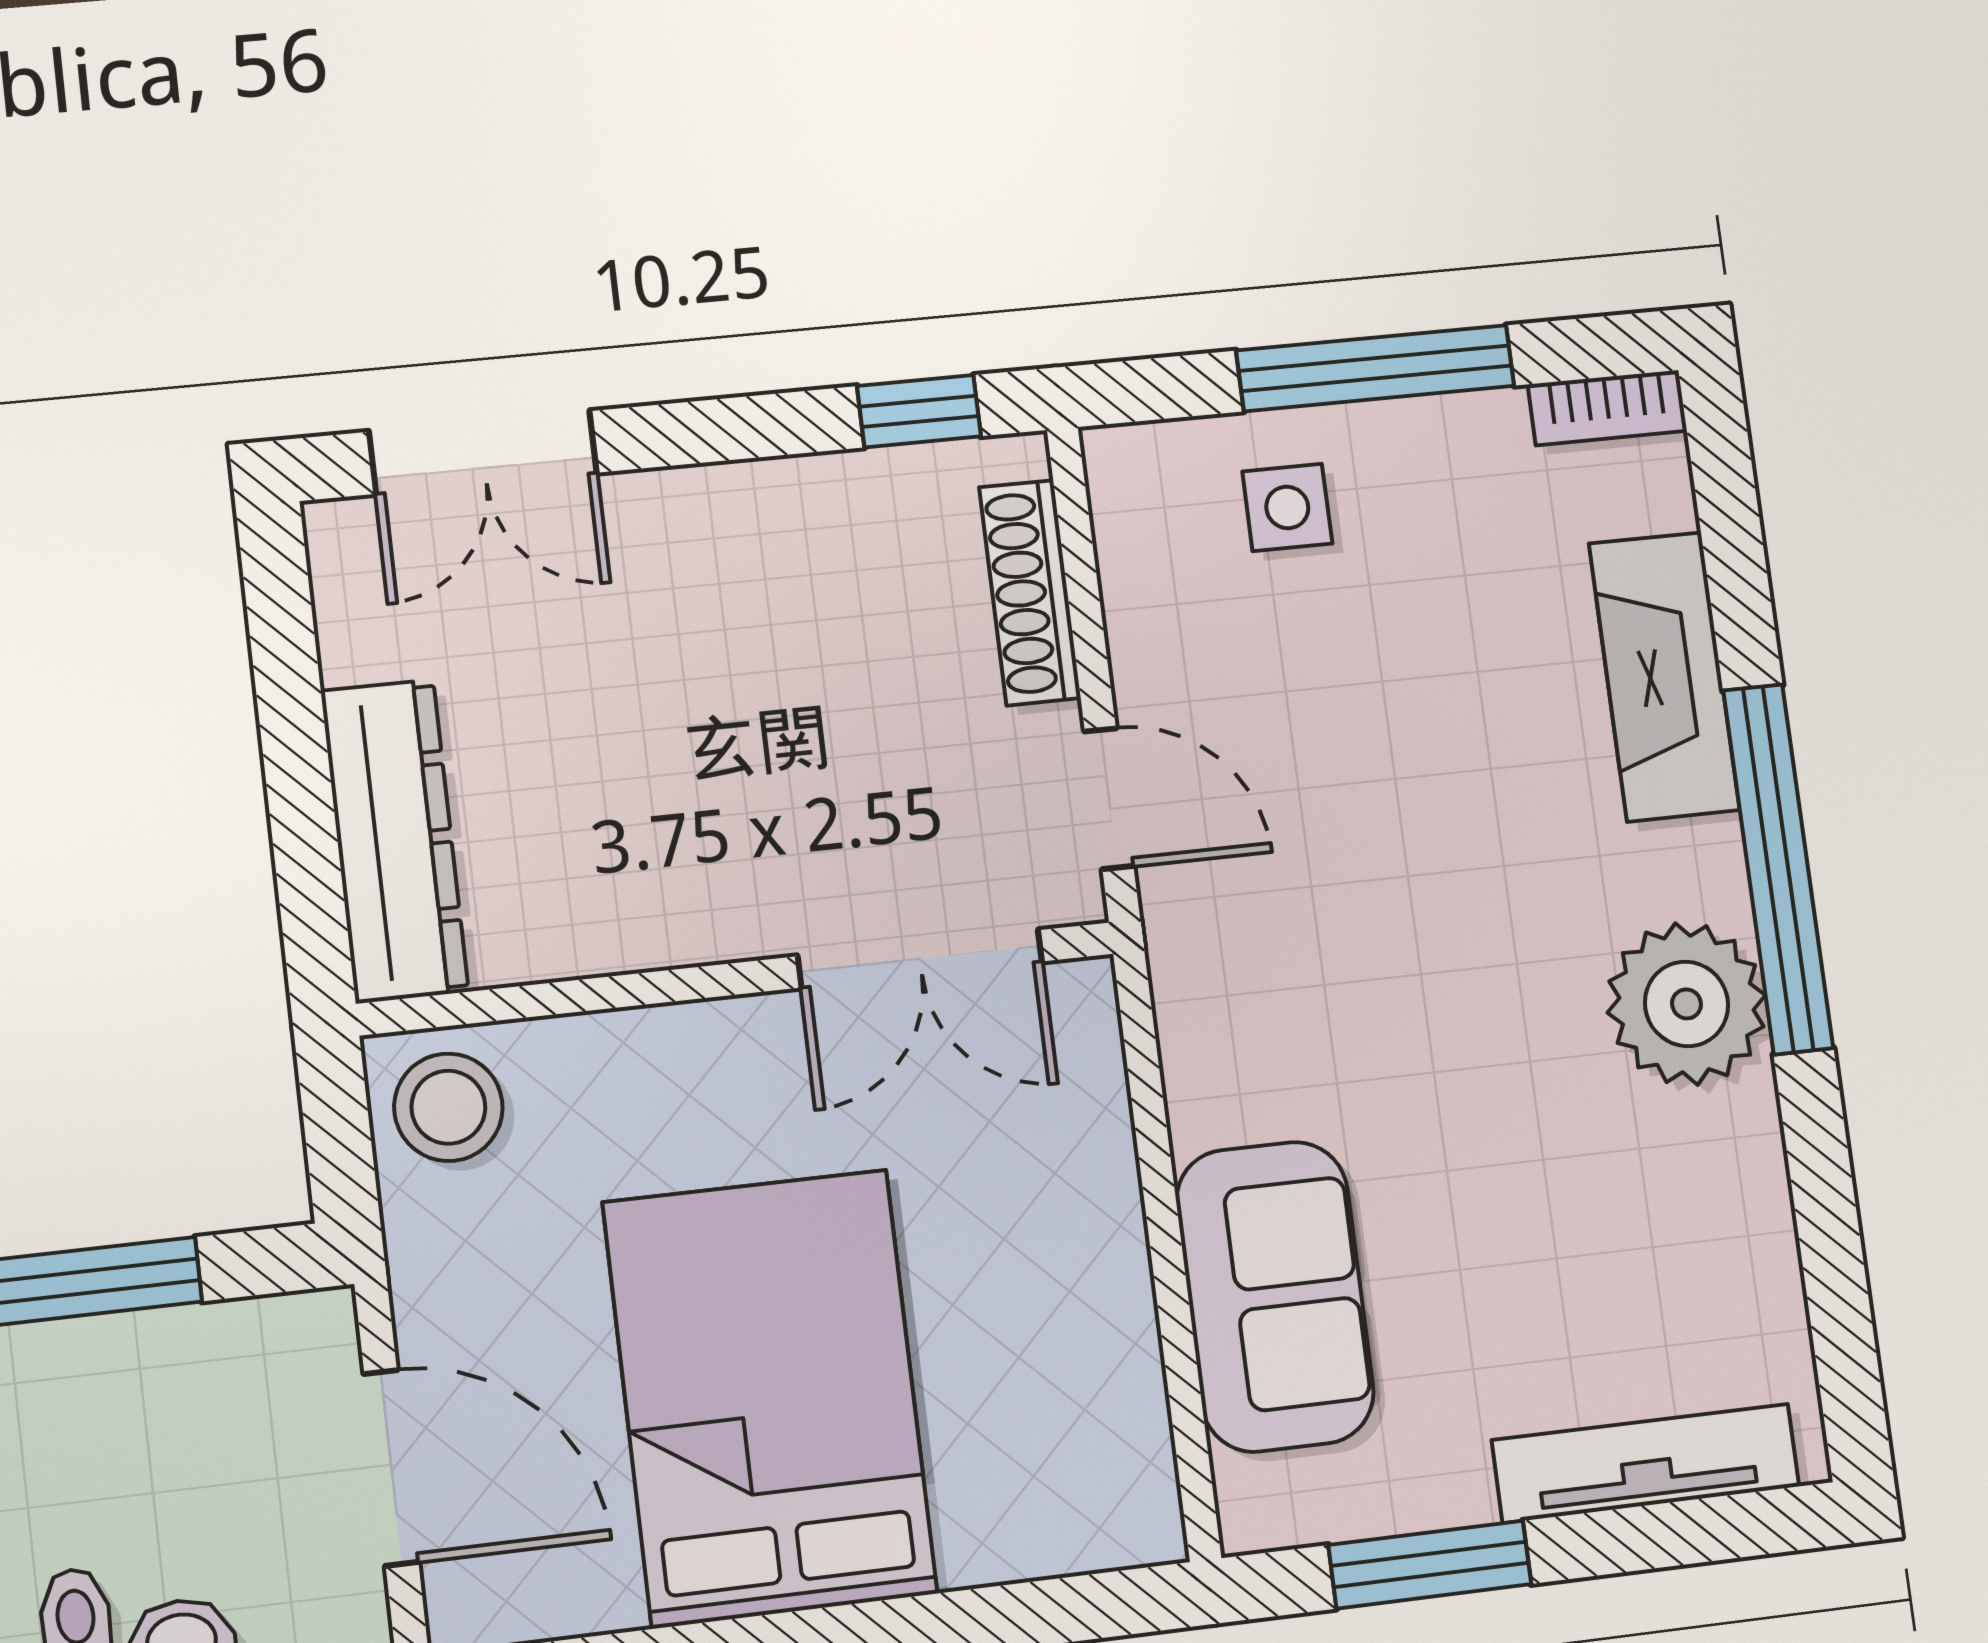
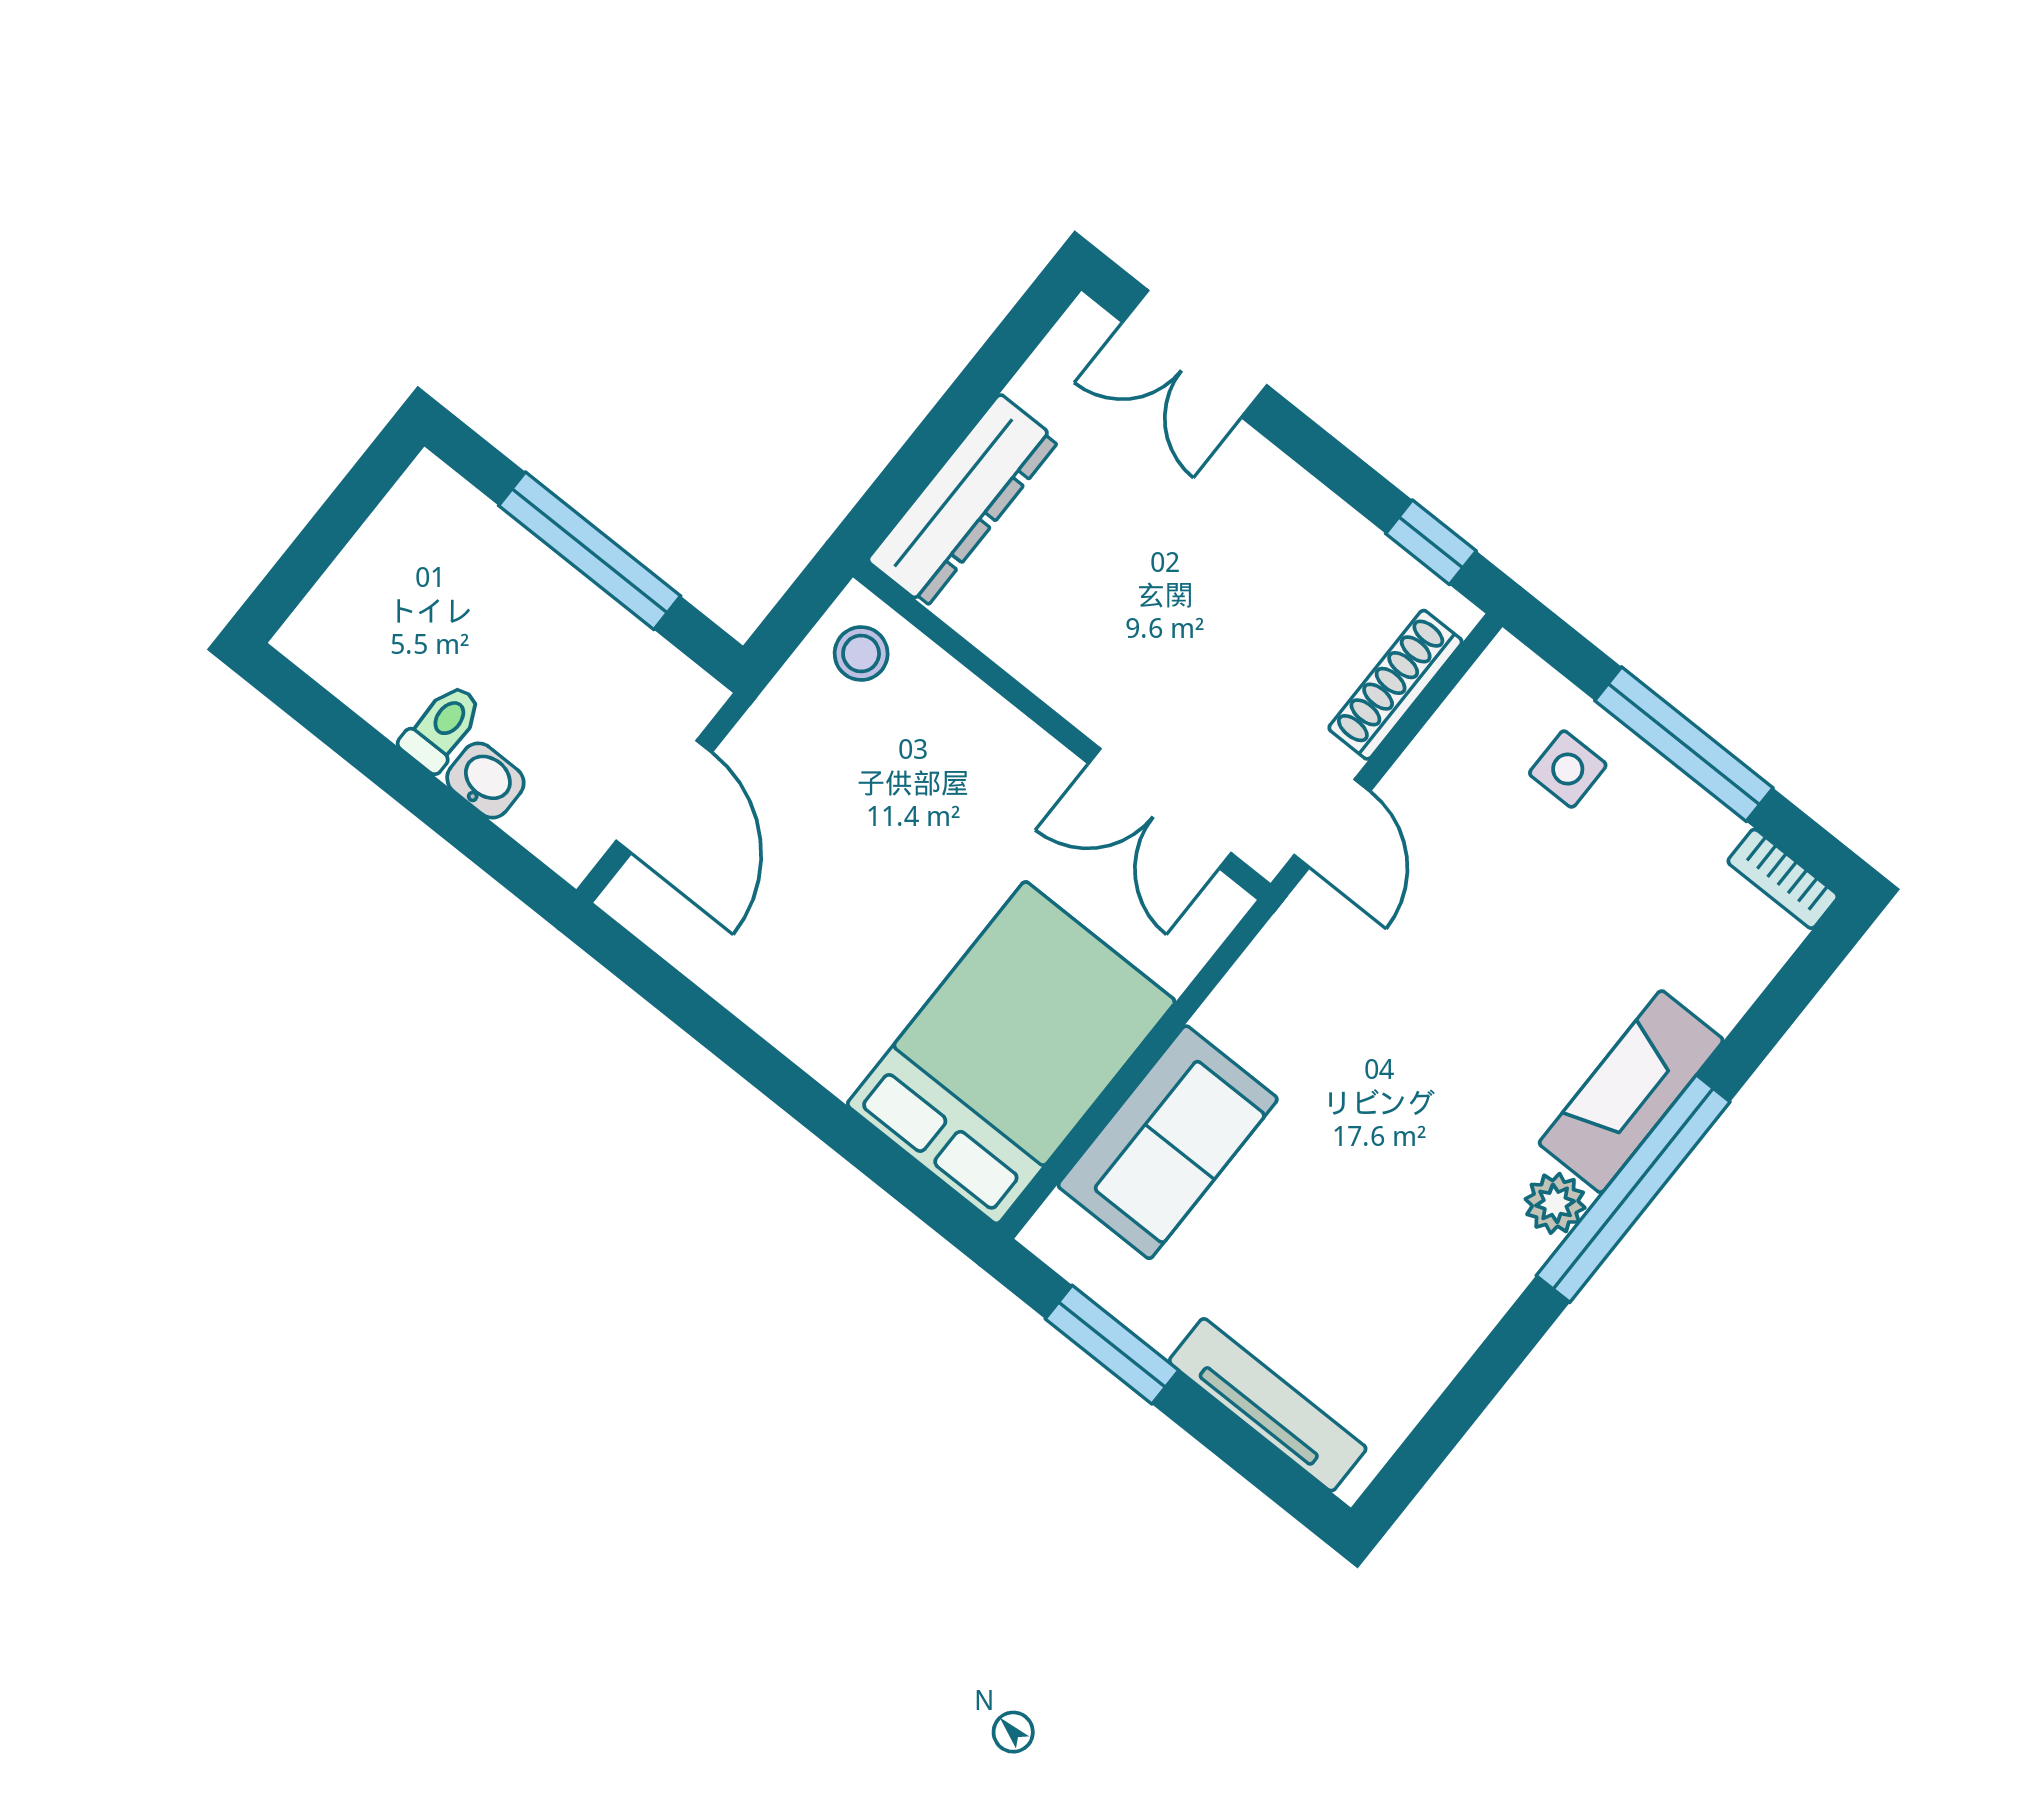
fireplace: (1664, 677) -> (1631, 1092), moved
plant: (1687, 1004) -> (1555, 1203), width x0.53, depth x0.53
stool: (448, 1107) -> (861, 654), width x0.73, depth x0.73
bed: (770, 1398) -> (1011, 1053), moved

